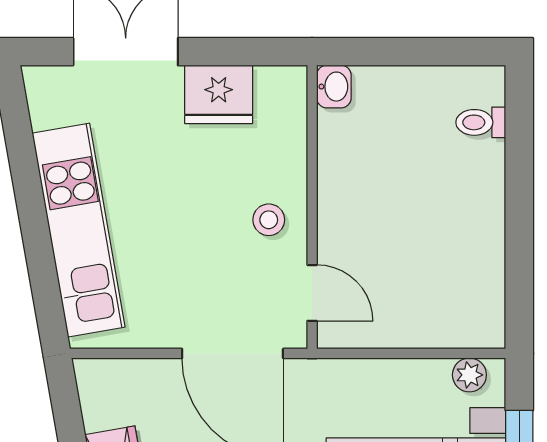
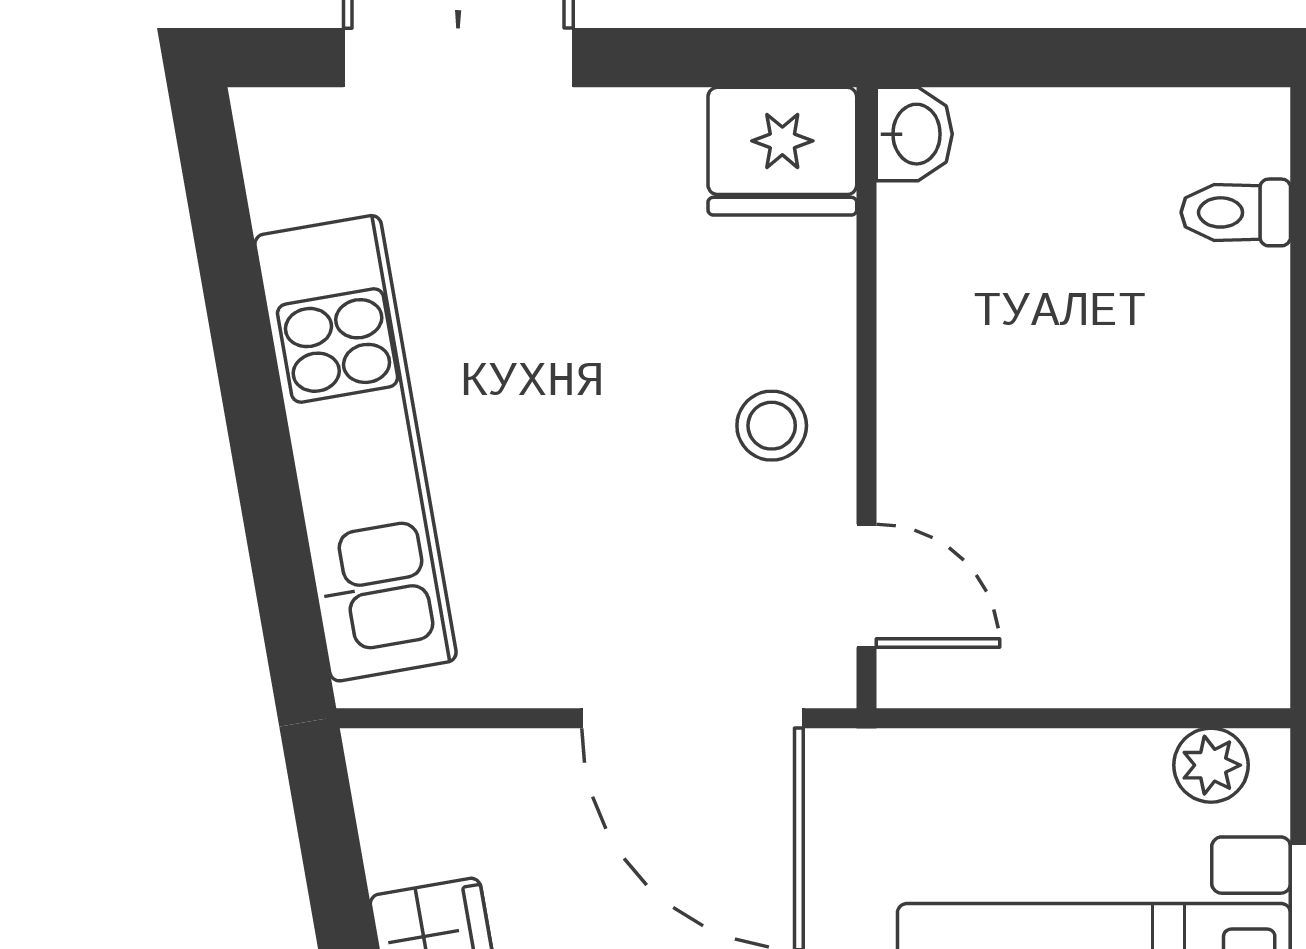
fridge: (219, 94) -> (782, 151), moved

